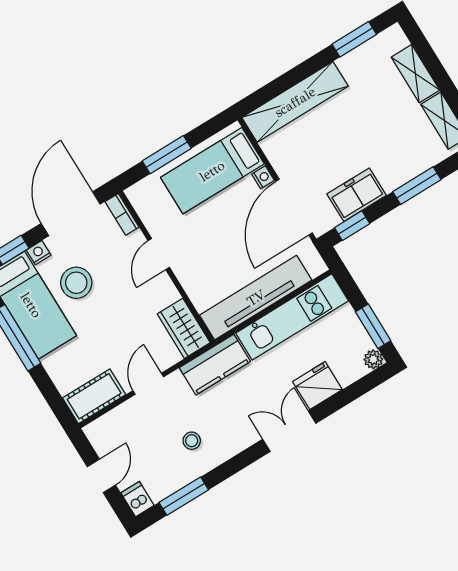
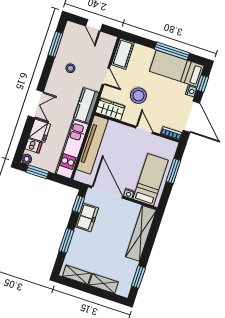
stool: (76, 283) -> (138, 96), moved
dishwasher: (137, 499) -> (33, 146), moved

